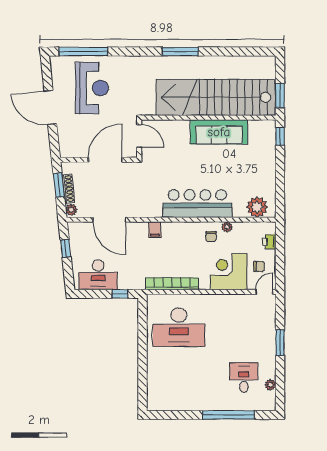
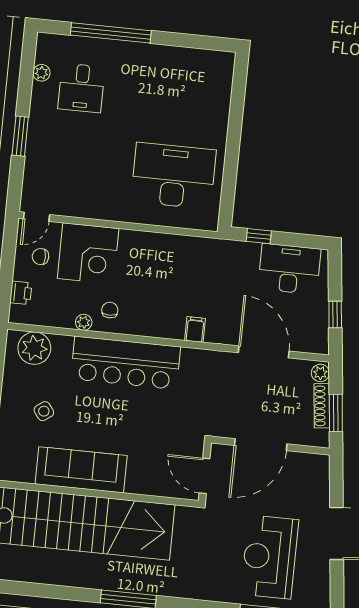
side table: (247, 167) -> (44, 411), added
bookcase: (172, 284) -> (177, 244), removed

